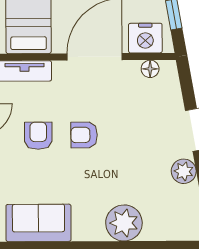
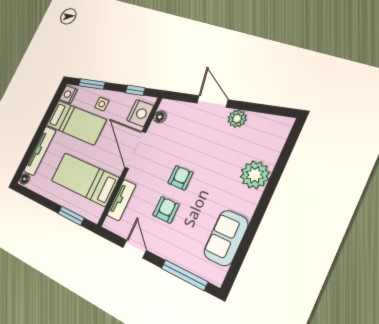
armchair: (84, 135) -> (180, 178), turned 180
armchair: (38, 136) -> (166, 210), turned 90

